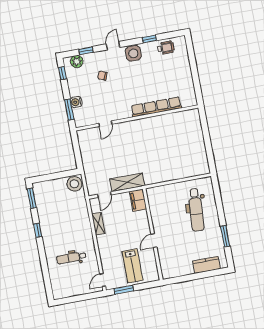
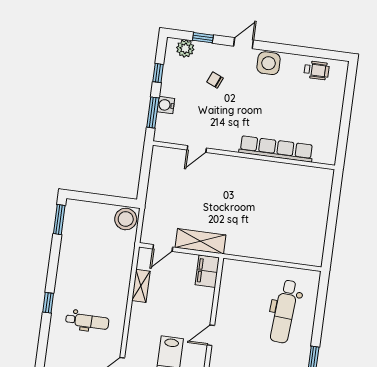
window: (149, 39) -> (298, 50), removed
window: (62, 73) -> (158, 73), moved
window: (38, 230) -> (48, 303), moved
dental chair: (71, 258) -> (87, 321), turned 180

